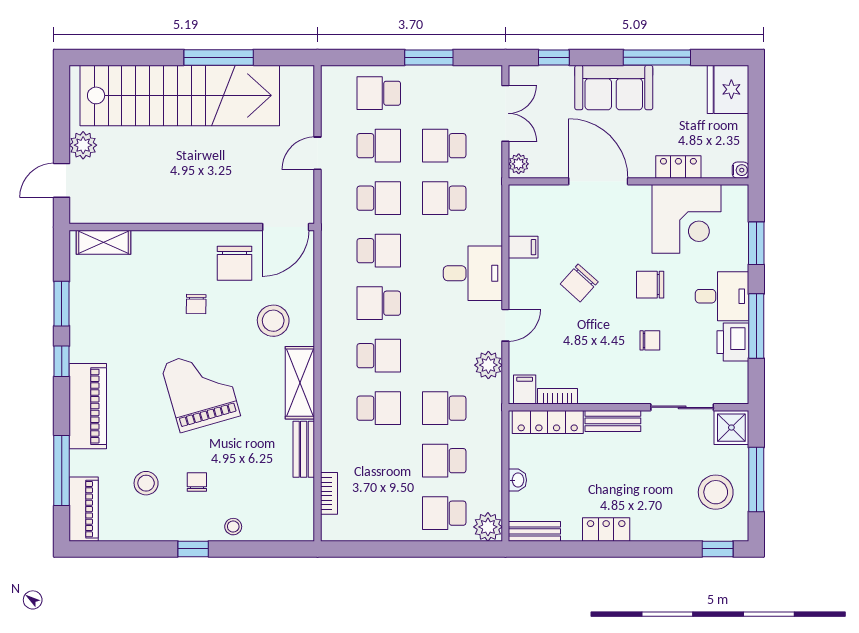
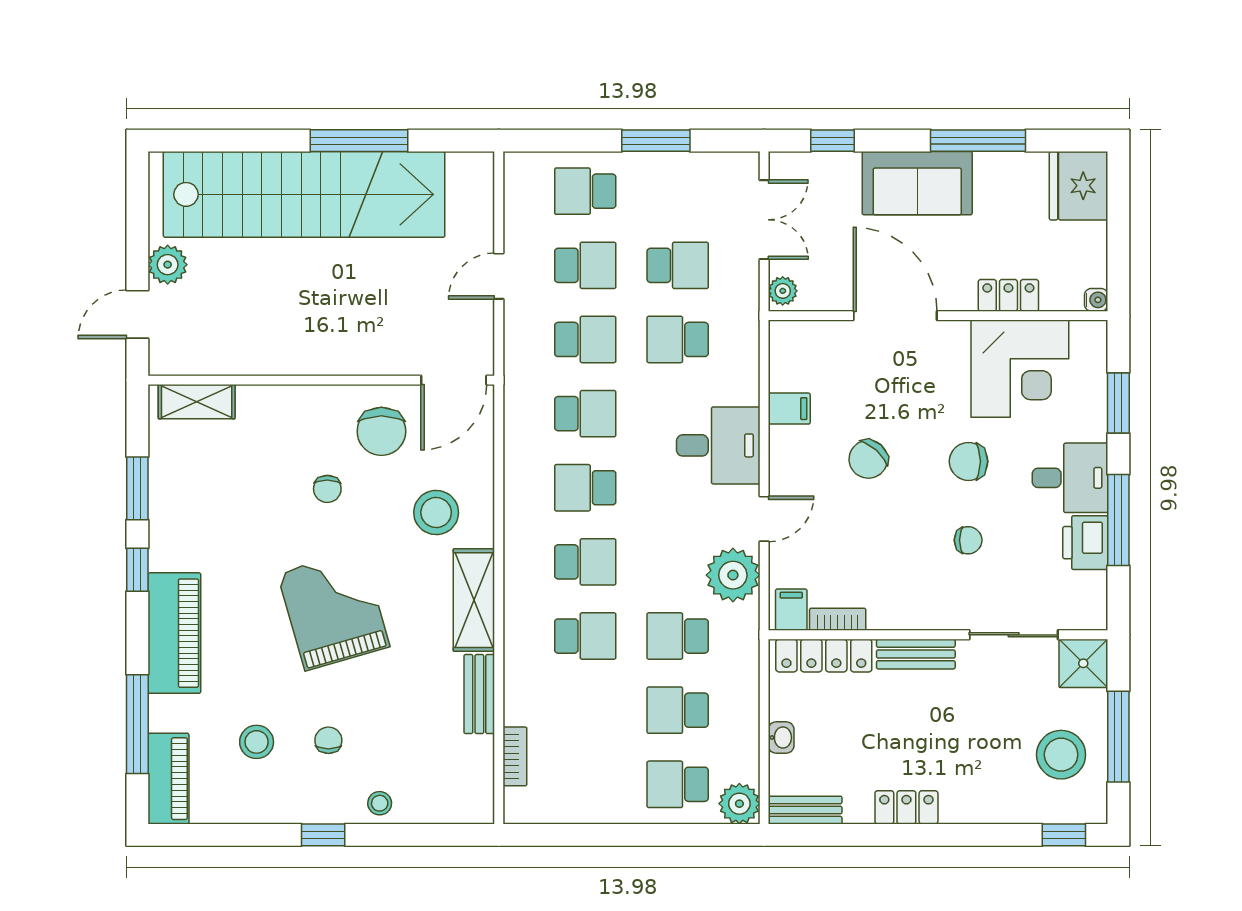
school desk: (444, 146) -> (678, 265), turned 180
plant: (488, 365) -> (733, 575), width x1.36, depth x1.36

